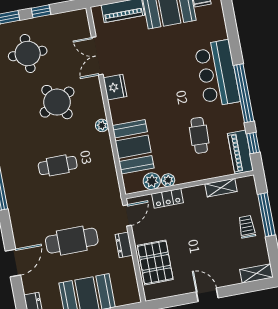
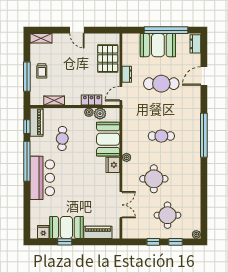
fridge: (115, 87) -> (113, 165), moved
round table: (57, 102) -> (154, 179), turned 30

